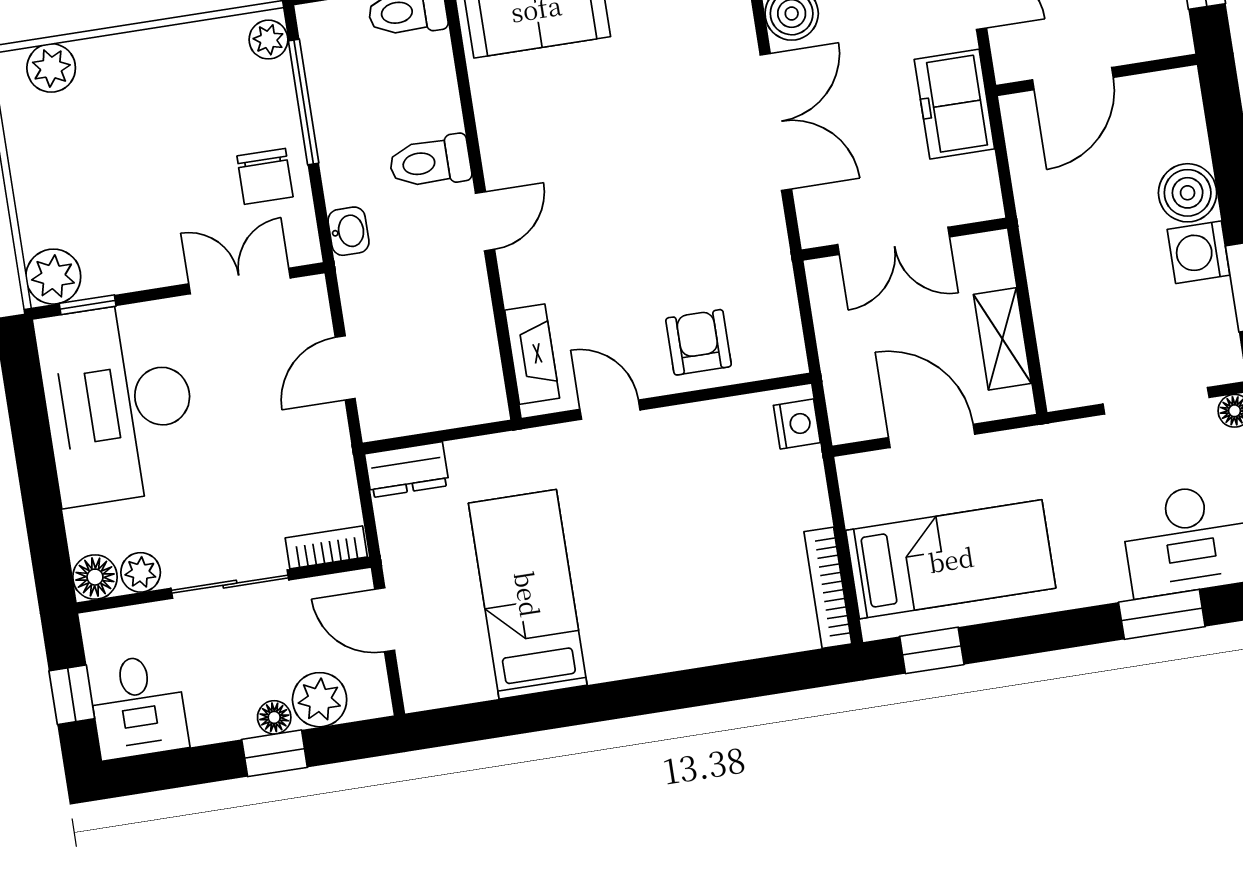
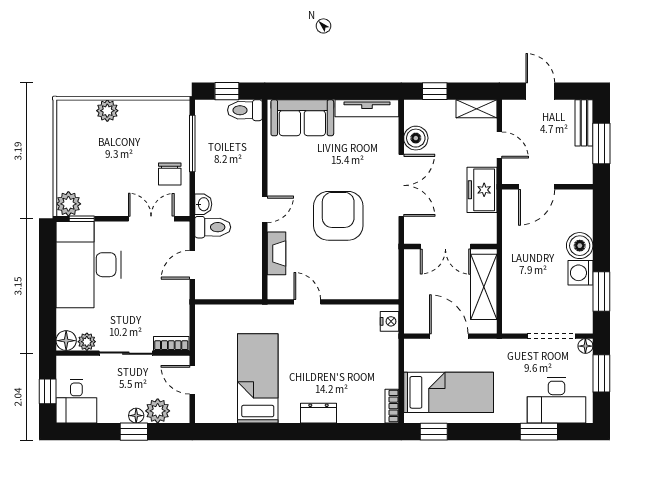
plant: (268, 40) -> (181, 113), removed
plant: (51, 68) -> (107, 111), moved
toilet: (430, 162) -> (213, 227), moved, turned 180
shelving: (1002, 339) -> (484, 287), width x1.50, depth x1.33
armchair: (699, 342) -> (338, 216), moved, width x1.88, depth x1.88
fireplace: (532, 354) -> (276, 253), moved
dresser: (407, 470) -> (318, 413), moved, turned 180
bookcase: (828, 588) -> (392, 406), width x0.64

